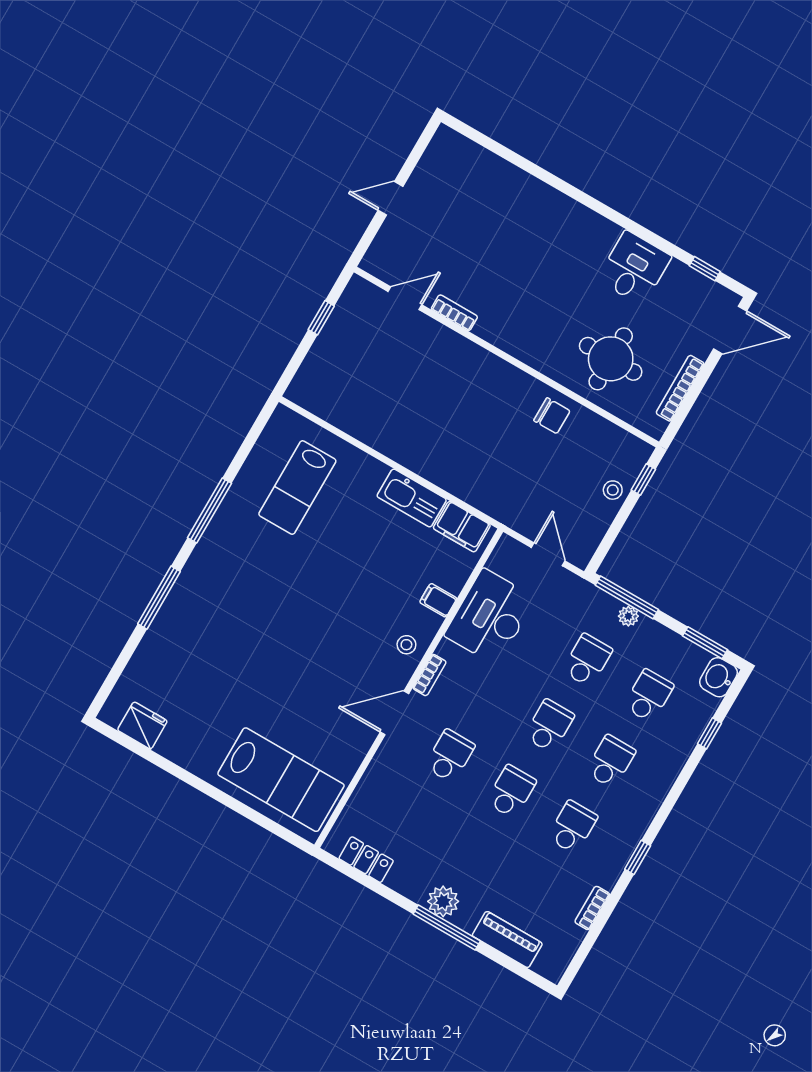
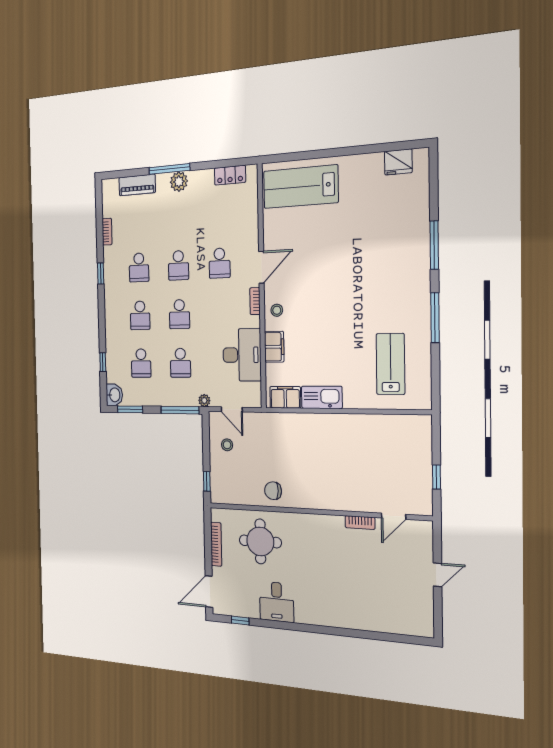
stool: (613, 490) -> (227, 445), moved
filing cabinet: (438, 600) -> (274, 347), width x2.00
plant: (628, 616) -> (204, 401), moved

